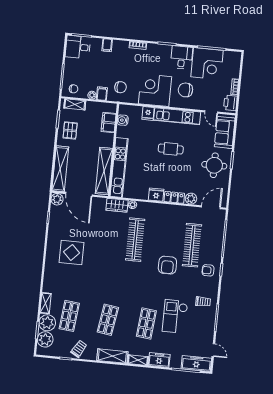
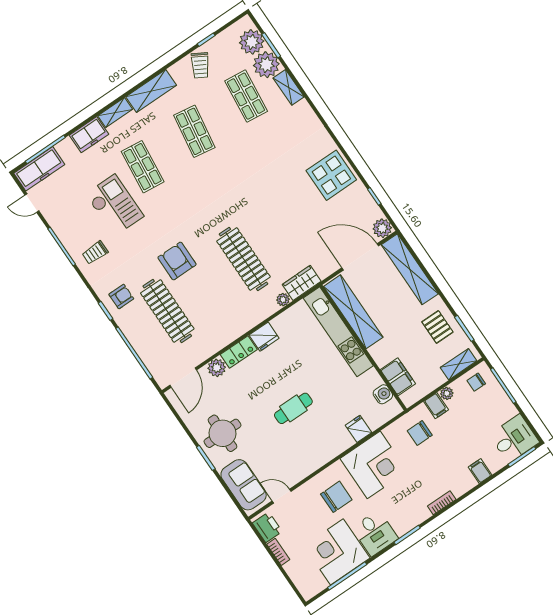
kitchen unit: (177, 116) -> (319, 456), removed
display table: (72, 252) -> (331, 175), moved

